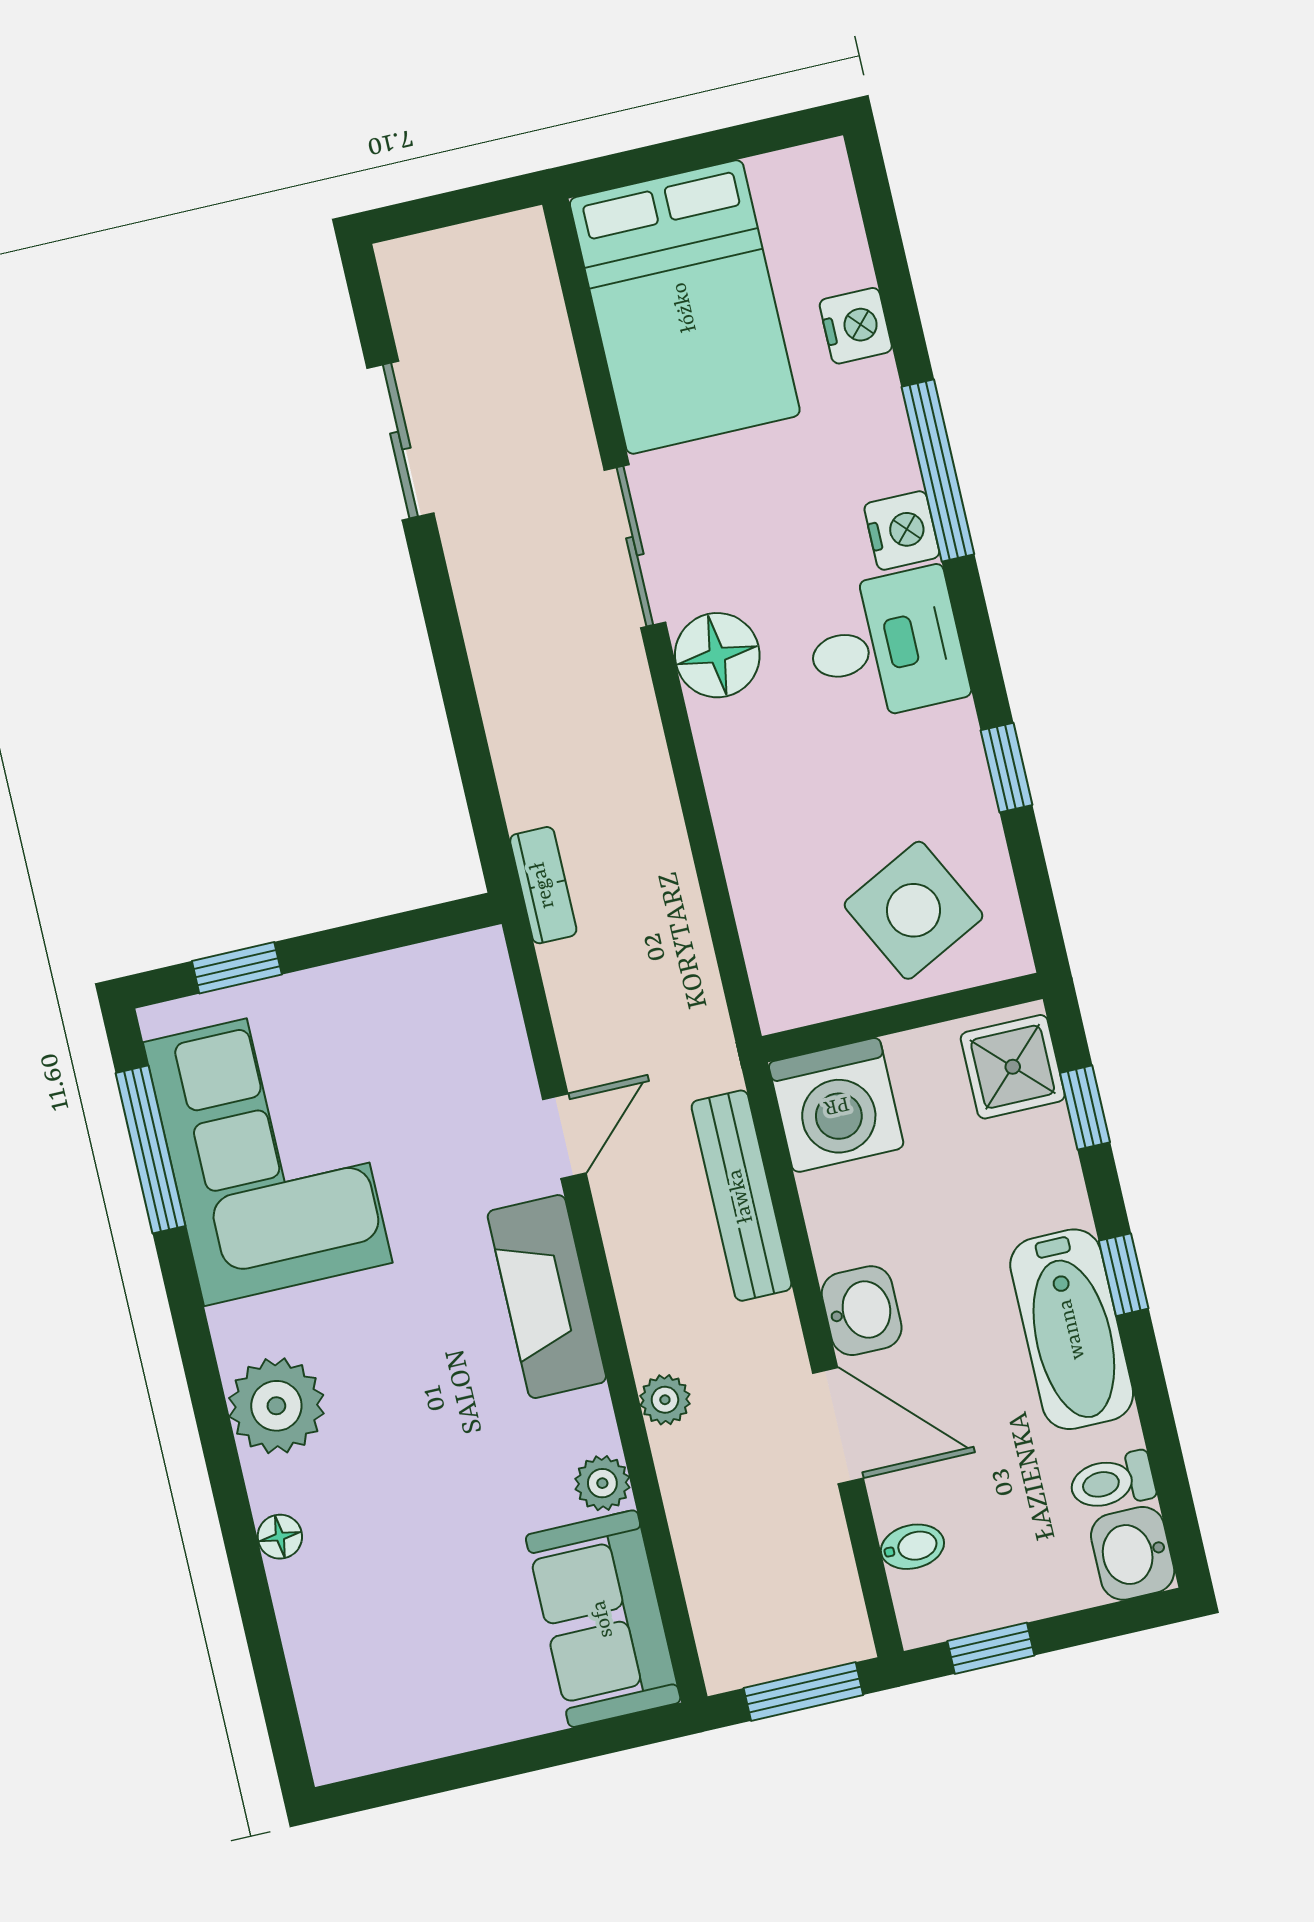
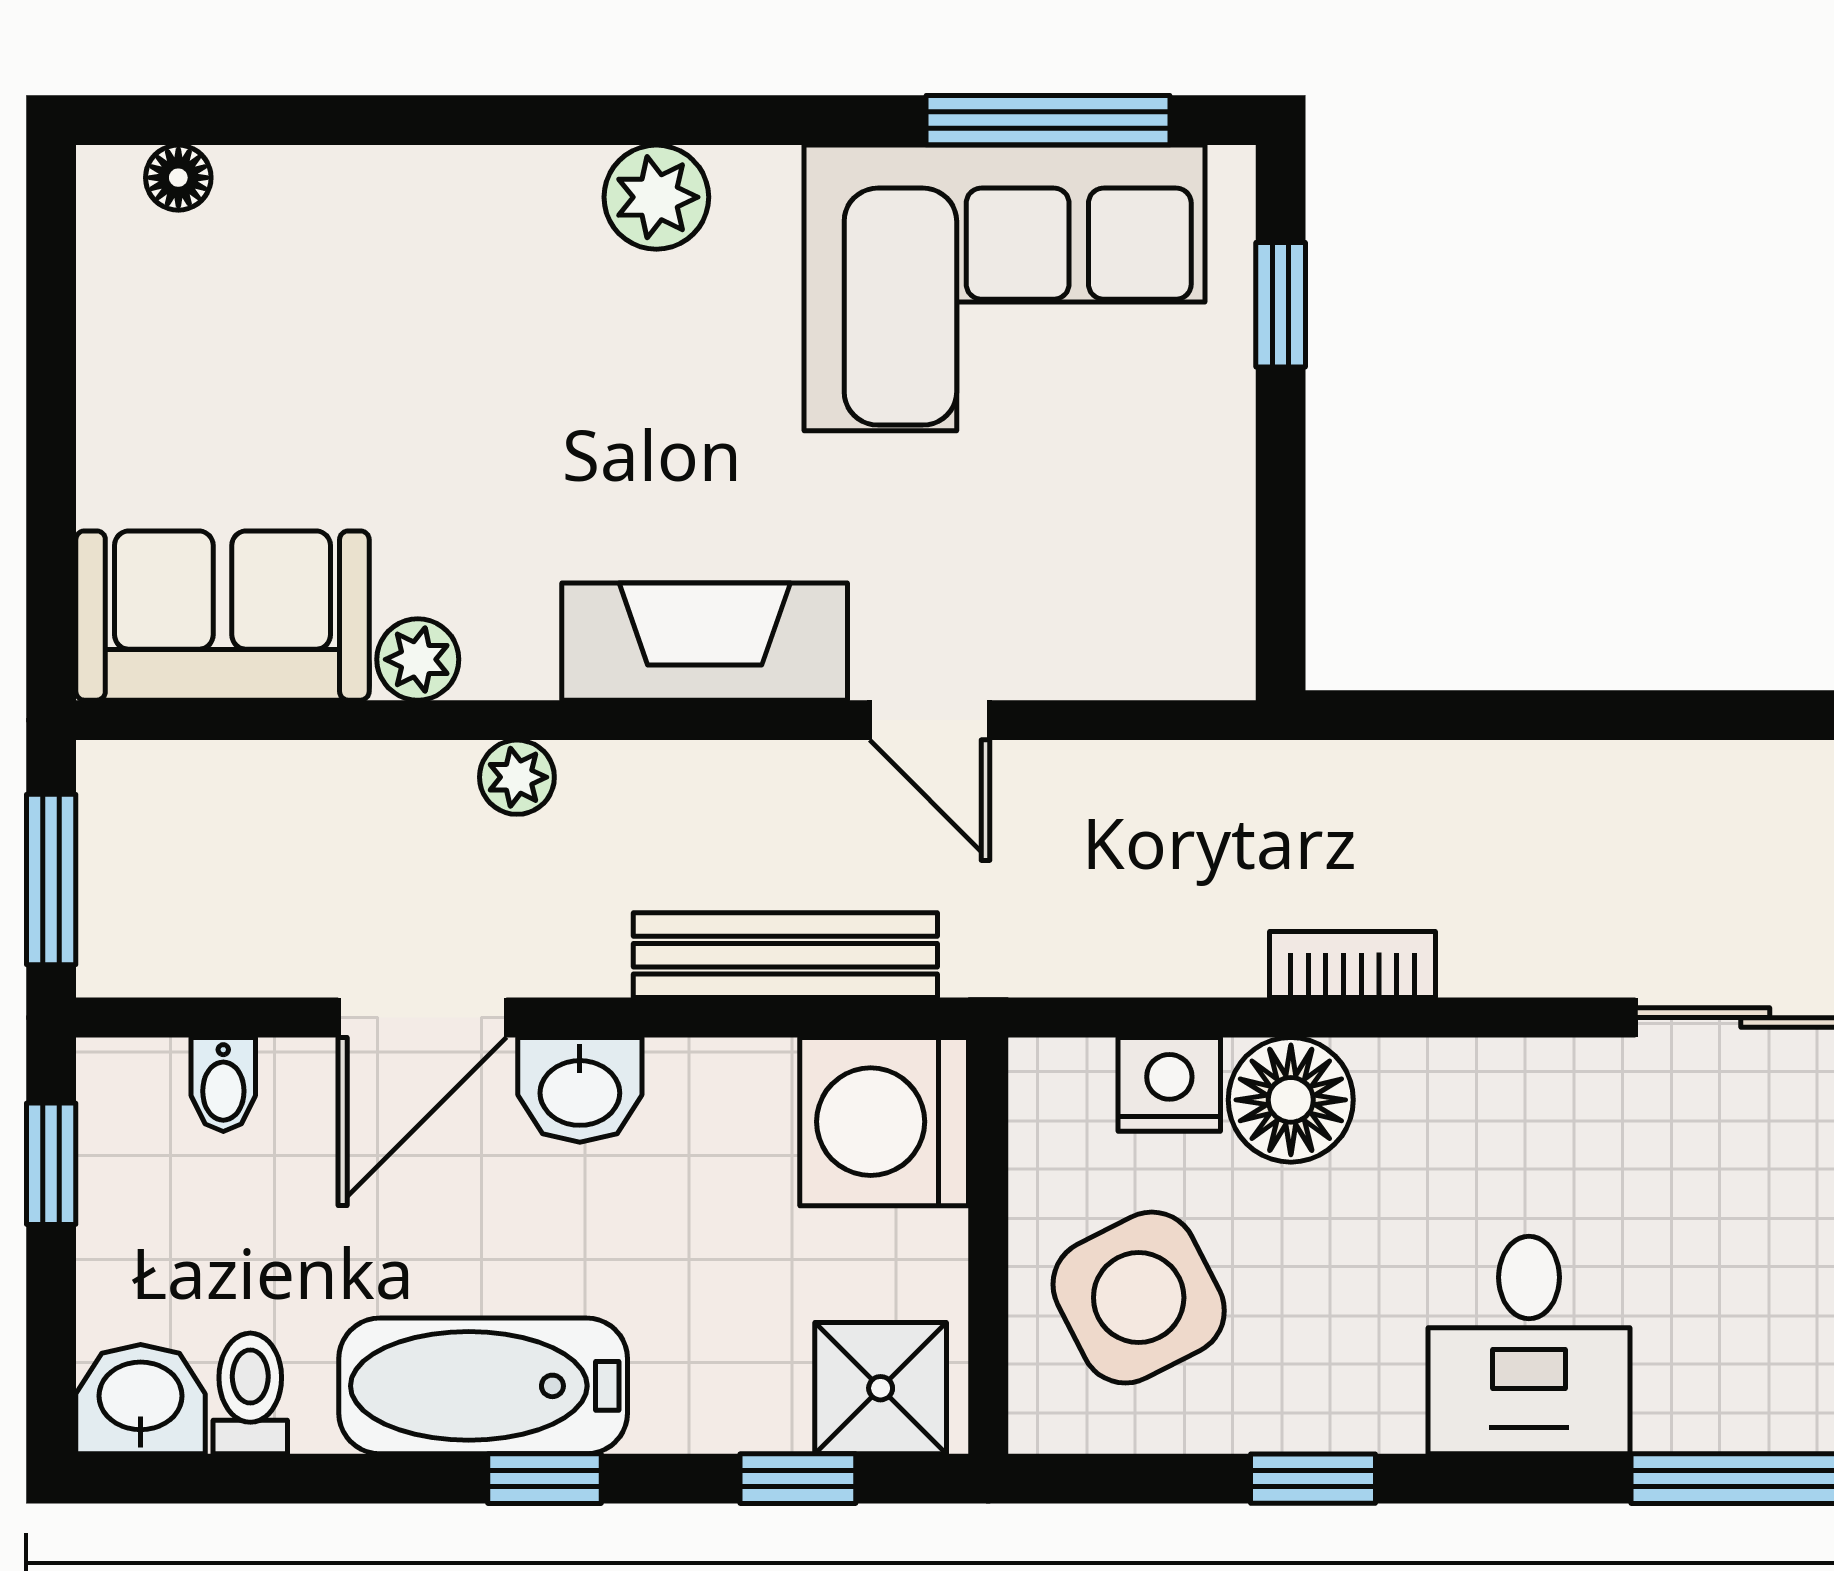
nightstand: (902, 531) -> (1169, 1084), moved, turned 180
floor lamp: (717, 655) -> (1291, 1100), moved
bookcase: (543, 885) -> (1353, 965), moved, turned 180
plant: (276, 1406) -> (656, 197), width x0.73, depth x0.73
floor lamp: (280, 1537) -> (178, 178), moved

